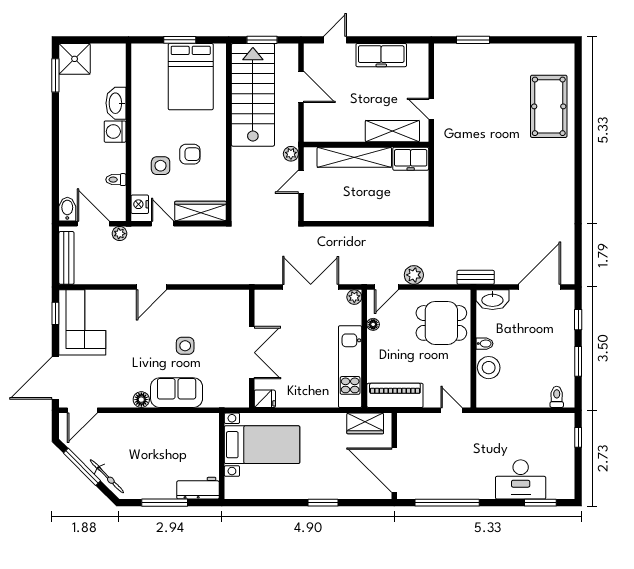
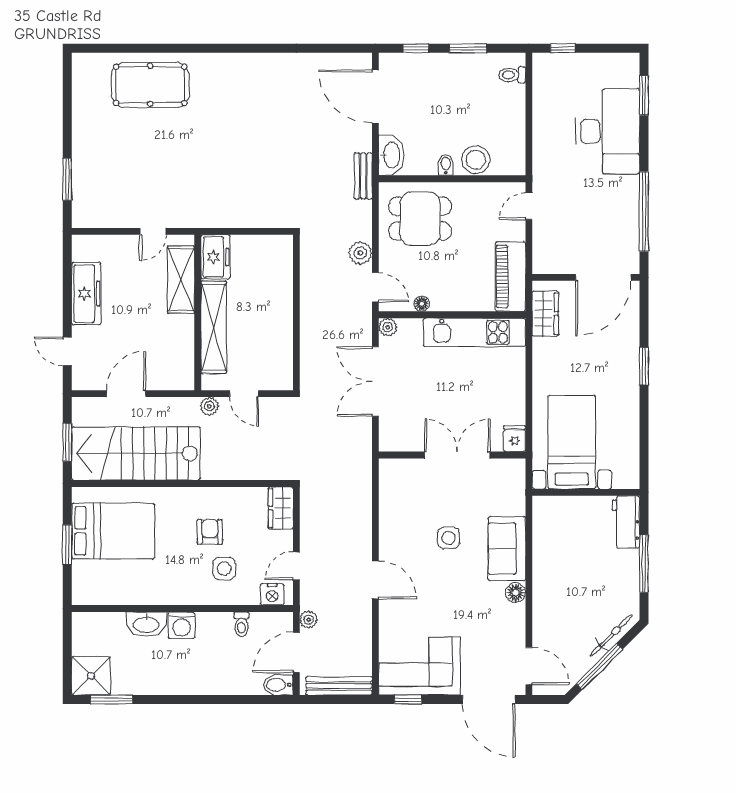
wardrobe: (200, 211) -> (281, 508), width x0.67
dining table: (441, 323) -> (420, 219), turned 90
desk: (521, 479) -> (608, 131), width x1.36, depth x1.30

